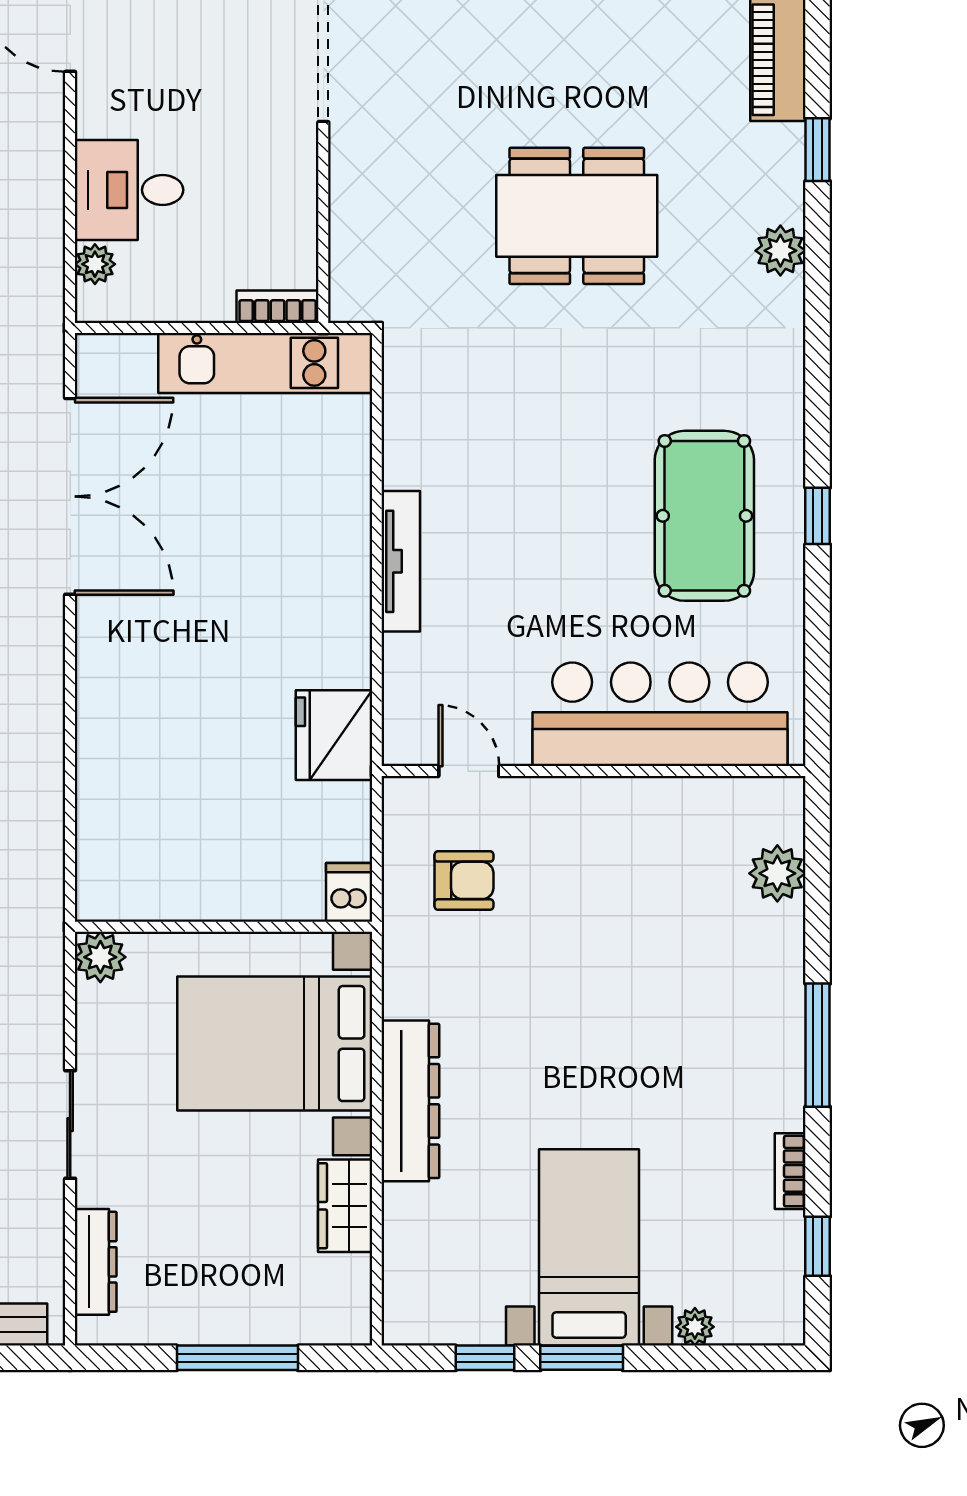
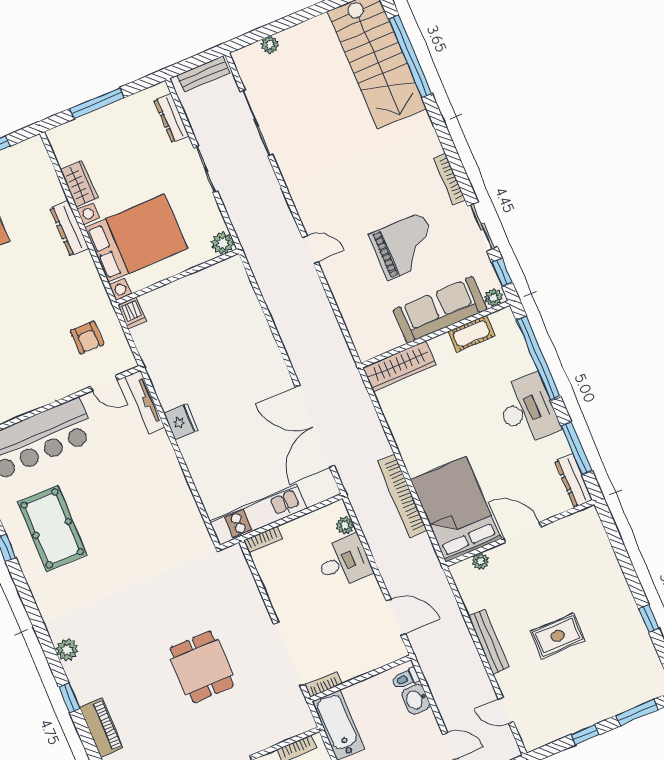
dining table: (577, 216) -> (202, 667), moved, width x0.73
tv unit: (401, 561) -> (145, 402), moved
fridge: (334, 735) -> (181, 422), moved, width x0.73, depth x0.75
armchair: (464, 880) -> (87, 338), turned -90
dresser: (410, 1101) -> (69, 228), width x0.73, depth x0.80

